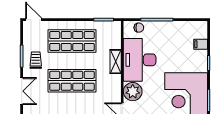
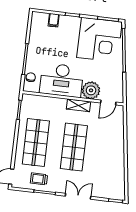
trolley: (36, 60) -> (39, 179), moved
shelving: (116, 62) -> (79, 105), moved

